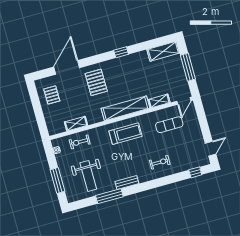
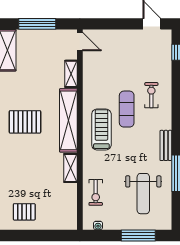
pallet: (96, 82) -> (25, 122), moved
shelving: (76, 124) -> (71, 168), moved
exercise mat: (169, 125) -> (127, 109), moved
weight bench: (88, 176) -> (143, 194), turned 90

